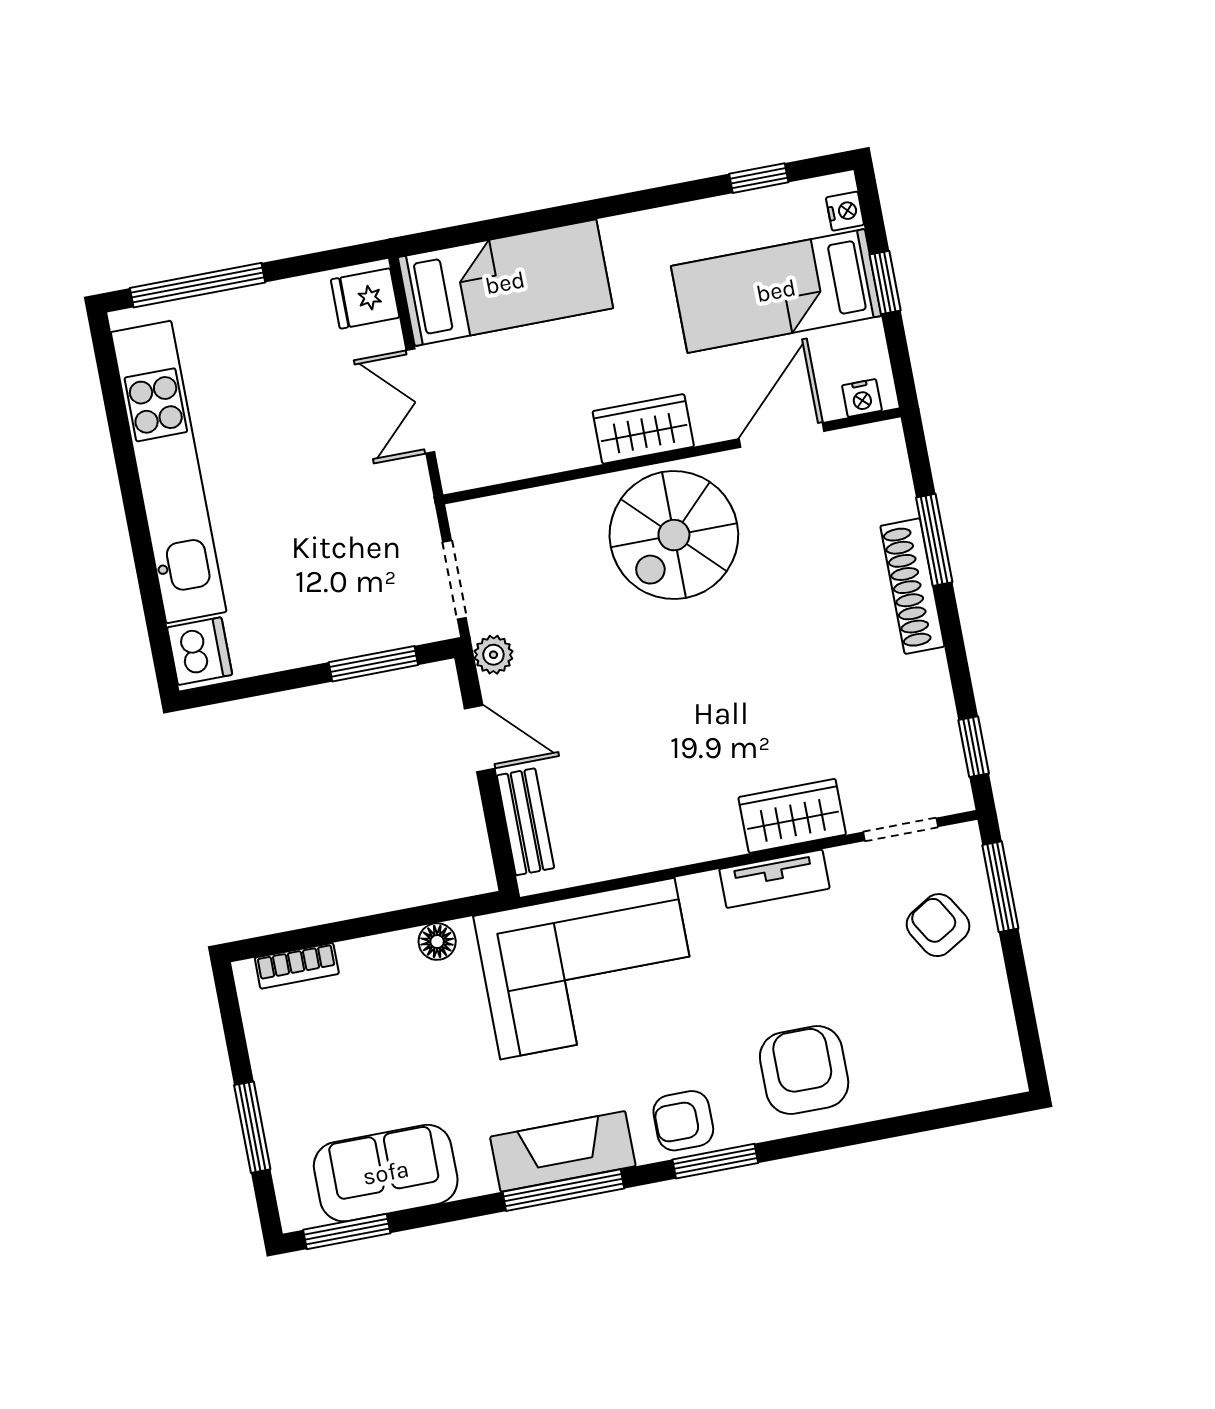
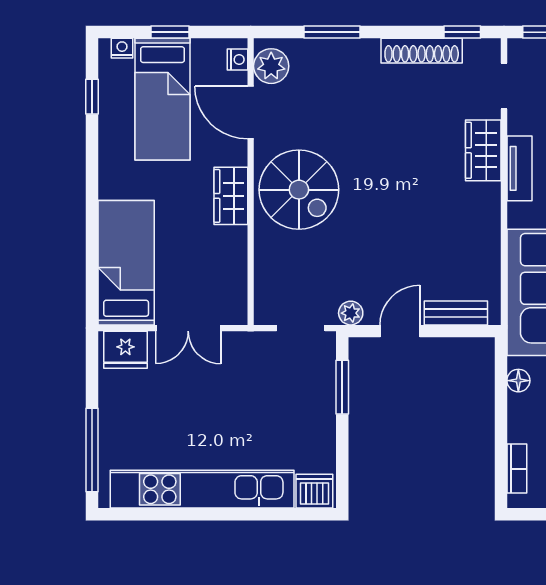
fridge: (365, 298) -> (125, 350), width x1.38
plant: (862, 453) -> (271, 66), added
shoe rack: (912, 586) -> (422, 51), moved

